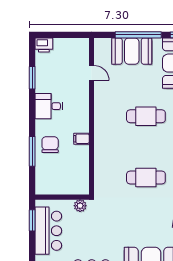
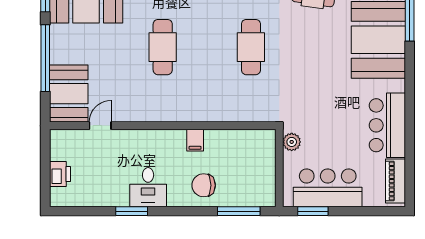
printer: (44, 45) -> (60, 174), moved
booth: (132, 51) -> (69, 94), moved
window: (32, 78) -> (132, 211), moved
window: (32, 151) -> (239, 211), moved

